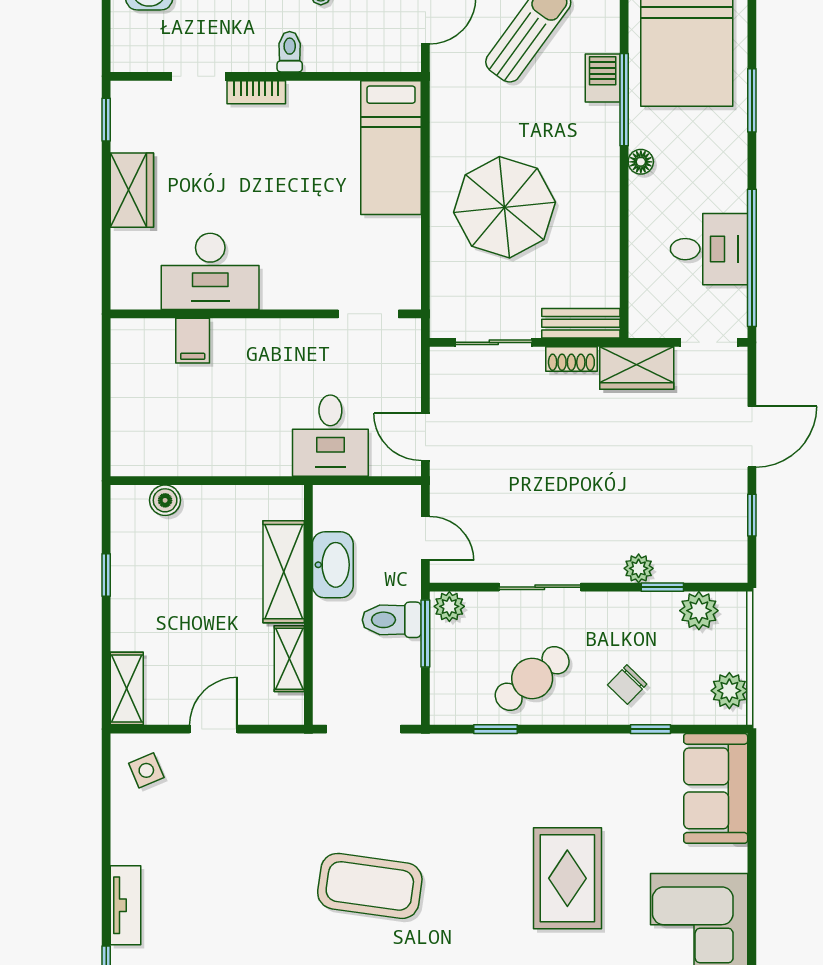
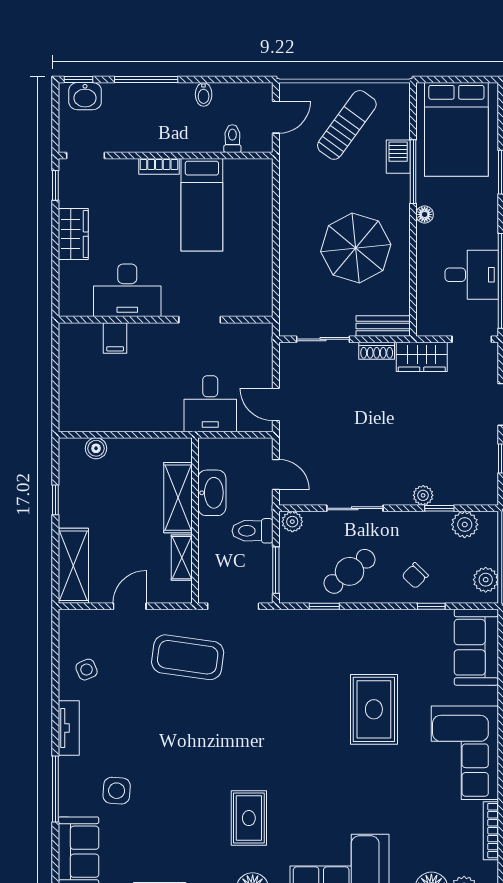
toilet: (290, 52) -> (232, 139), moved
doorway: (199, 76) -> (86, 155), moved
bed: (391, 148) -> (202, 205), moved
parasol: (505, 207) -> (356, 248), moved
doorway: (368, 314) -> (200, 320), moved
window: (425, 634) -> (276, 570), moved
shelving: (127, 688) -> (73, 566), width x1.50, depth x1.33
side table: (146, 770) -> (87, 670), moved
coffee table: (370, 886) -> (188, 657), moved

